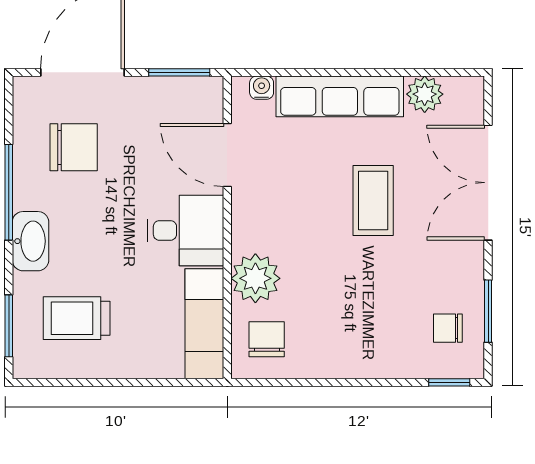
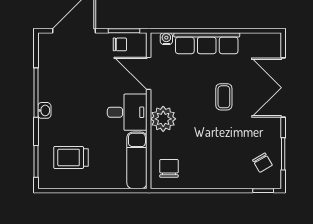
plant: (425, 94) -> (250, 42), removed
chair: (74, 147) -> (120, 44), moved, width x0.54, depth x0.54
coffee table: (373, 200) -> (224, 97), width x0.73, depth x0.77
washbasin: (30, 241) -> (44, 110), width x0.52, depth x0.69
plant: (255, 278) -> (163, 119), moved
chair: (448, 328) -> (262, 163), turned -120

